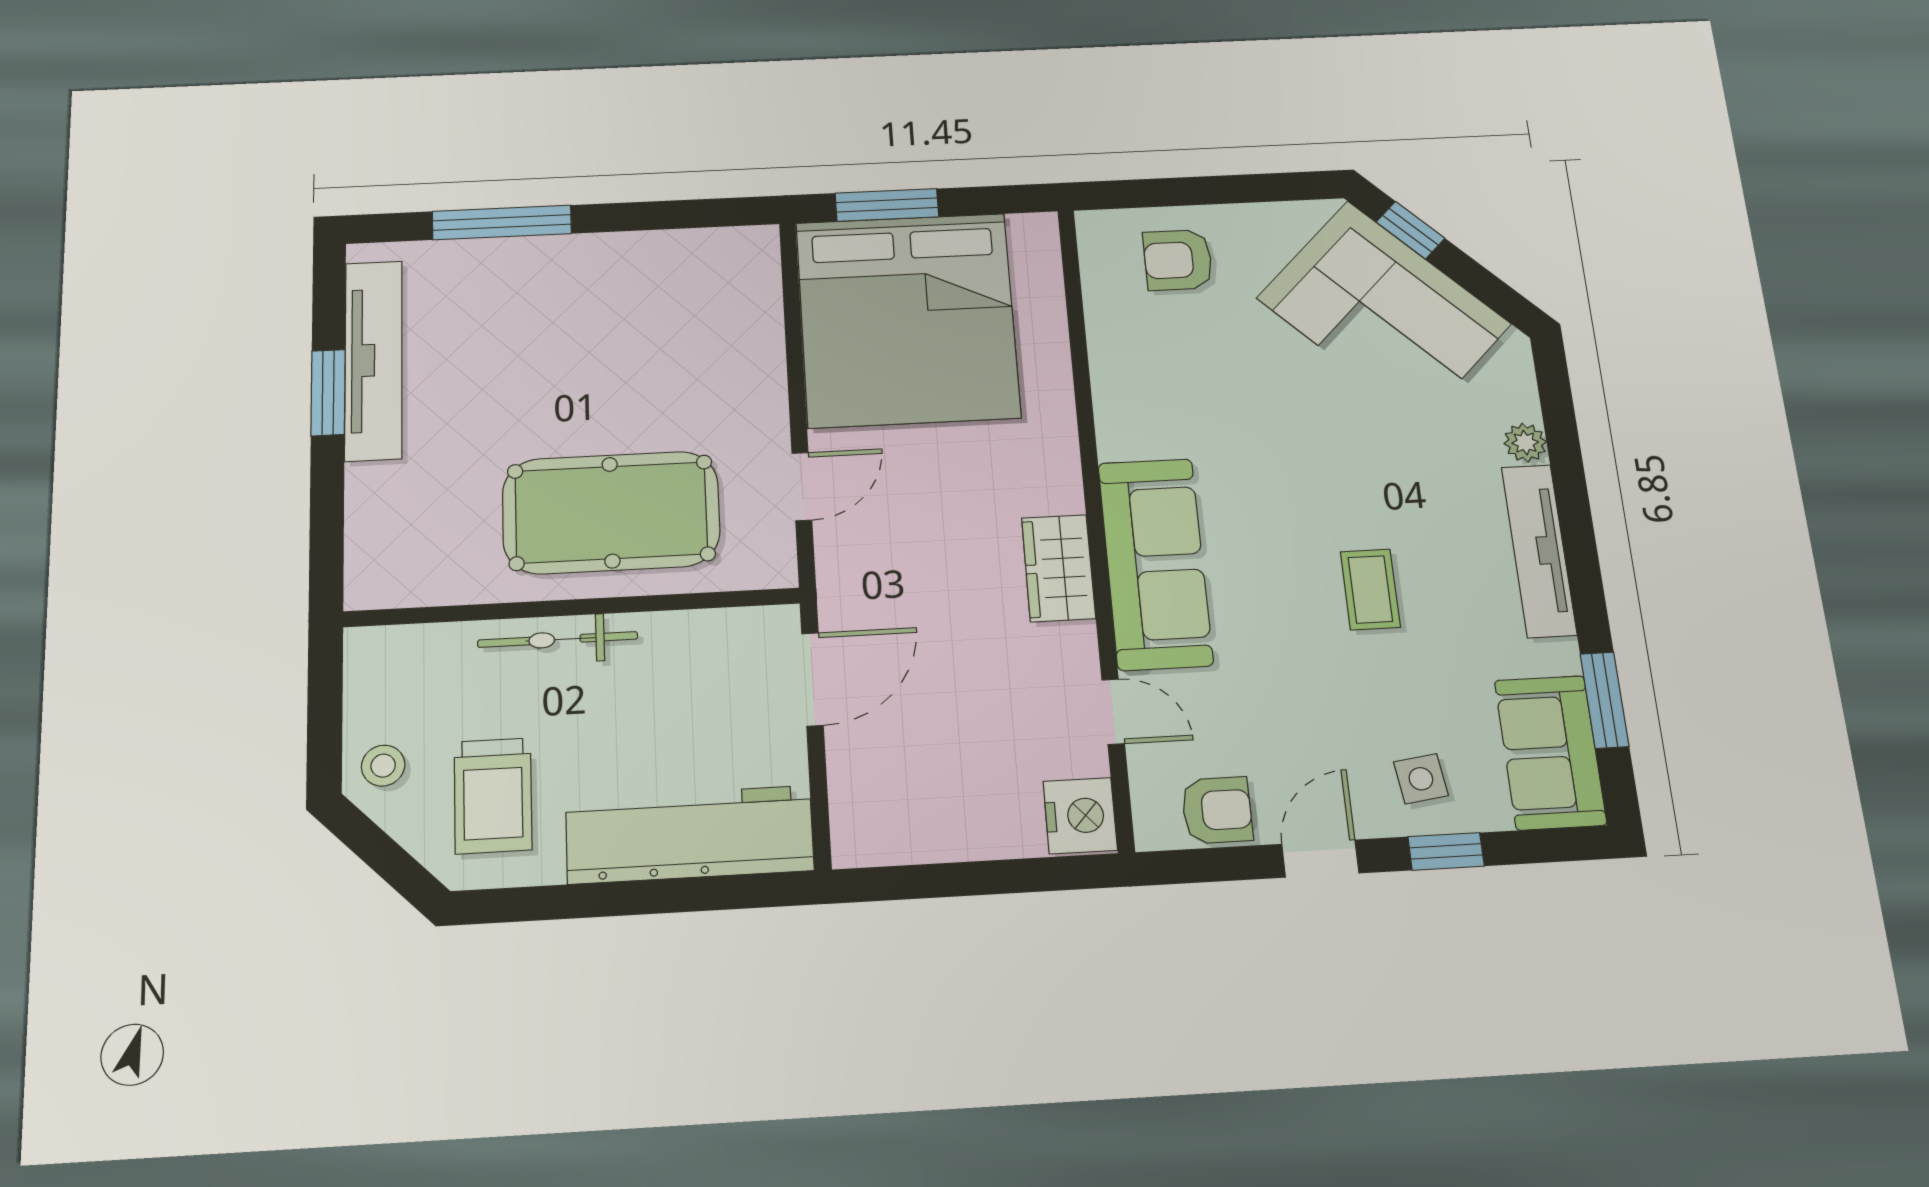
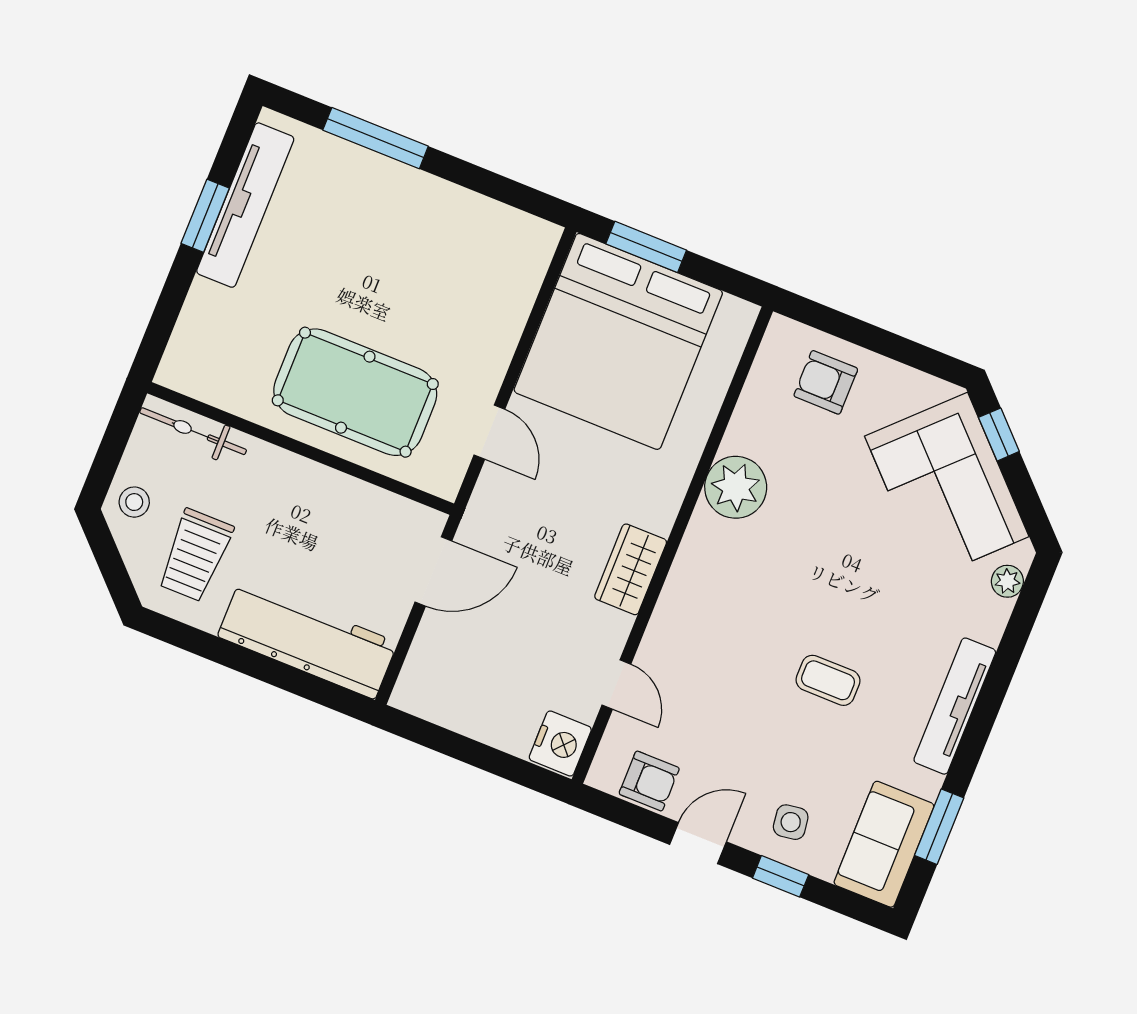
plant: (1136, 419) -> (736, 487), added
plant: (1525, 443) -> (1007, 581), moved
door: (802, 487) -> (489, 432), hinge flipped
sofa: (1155, 563) -> (696, 596), removed
coffee table: (1370, 589) -> (828, 680), turned 90
bicycle: (558, 640) -> (193, 431), moved

